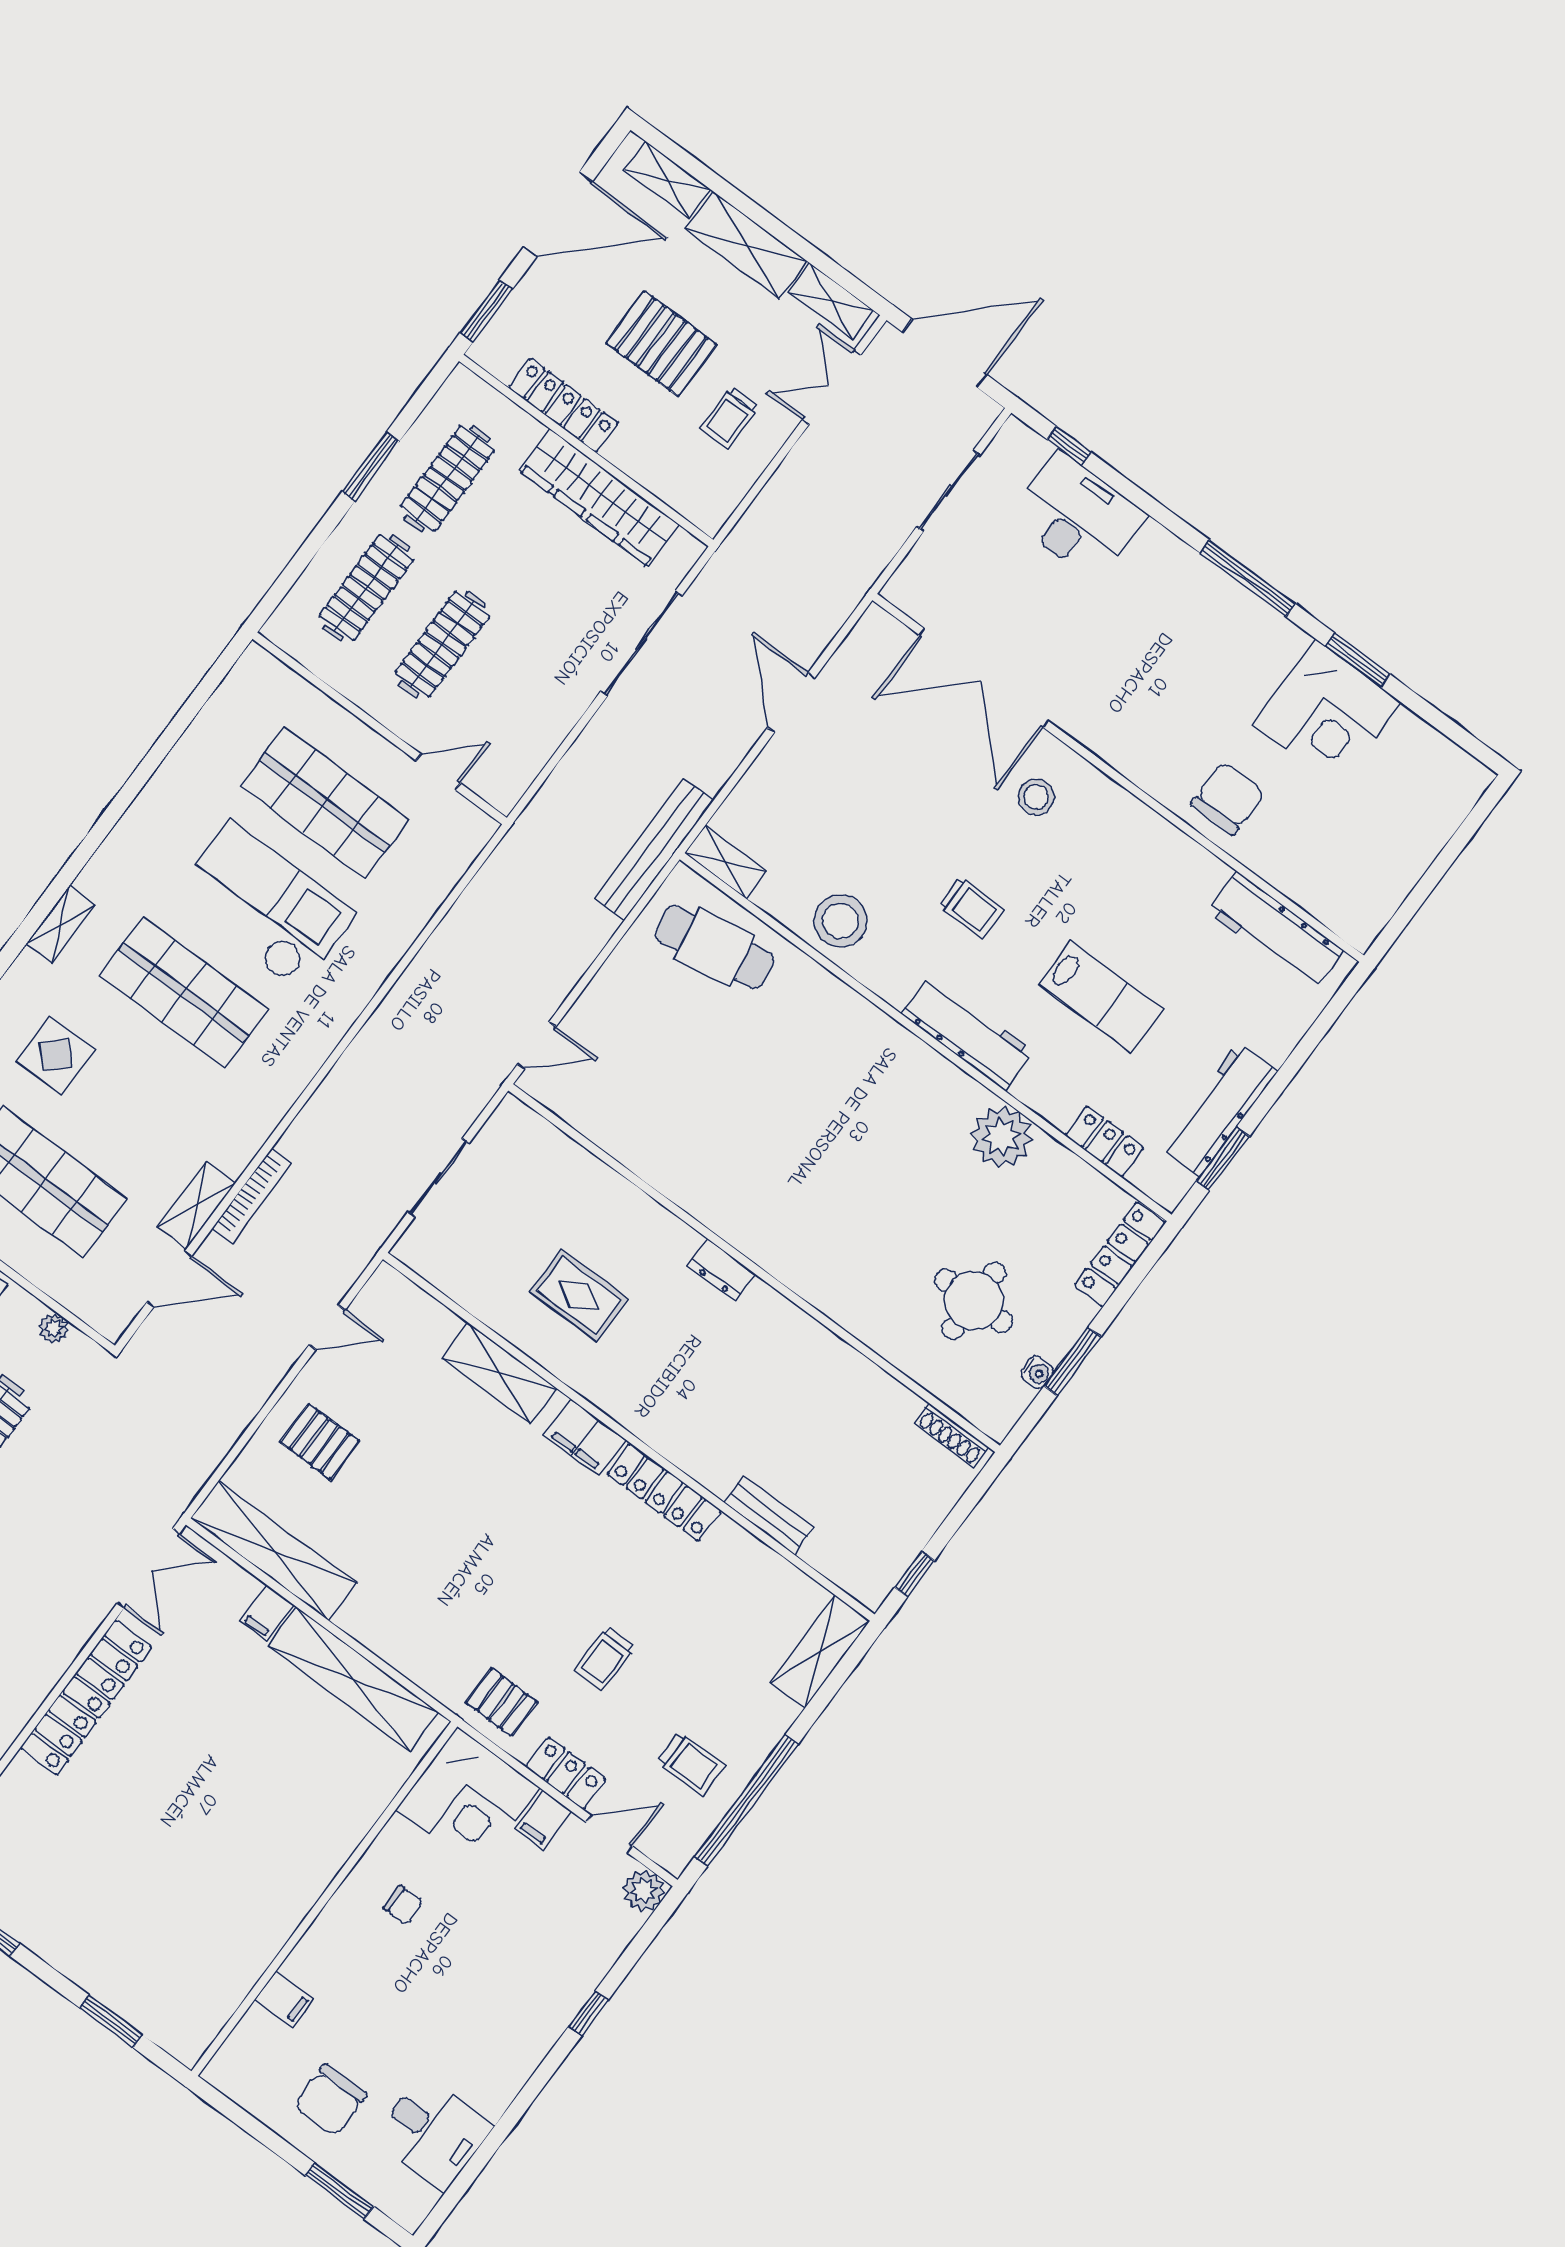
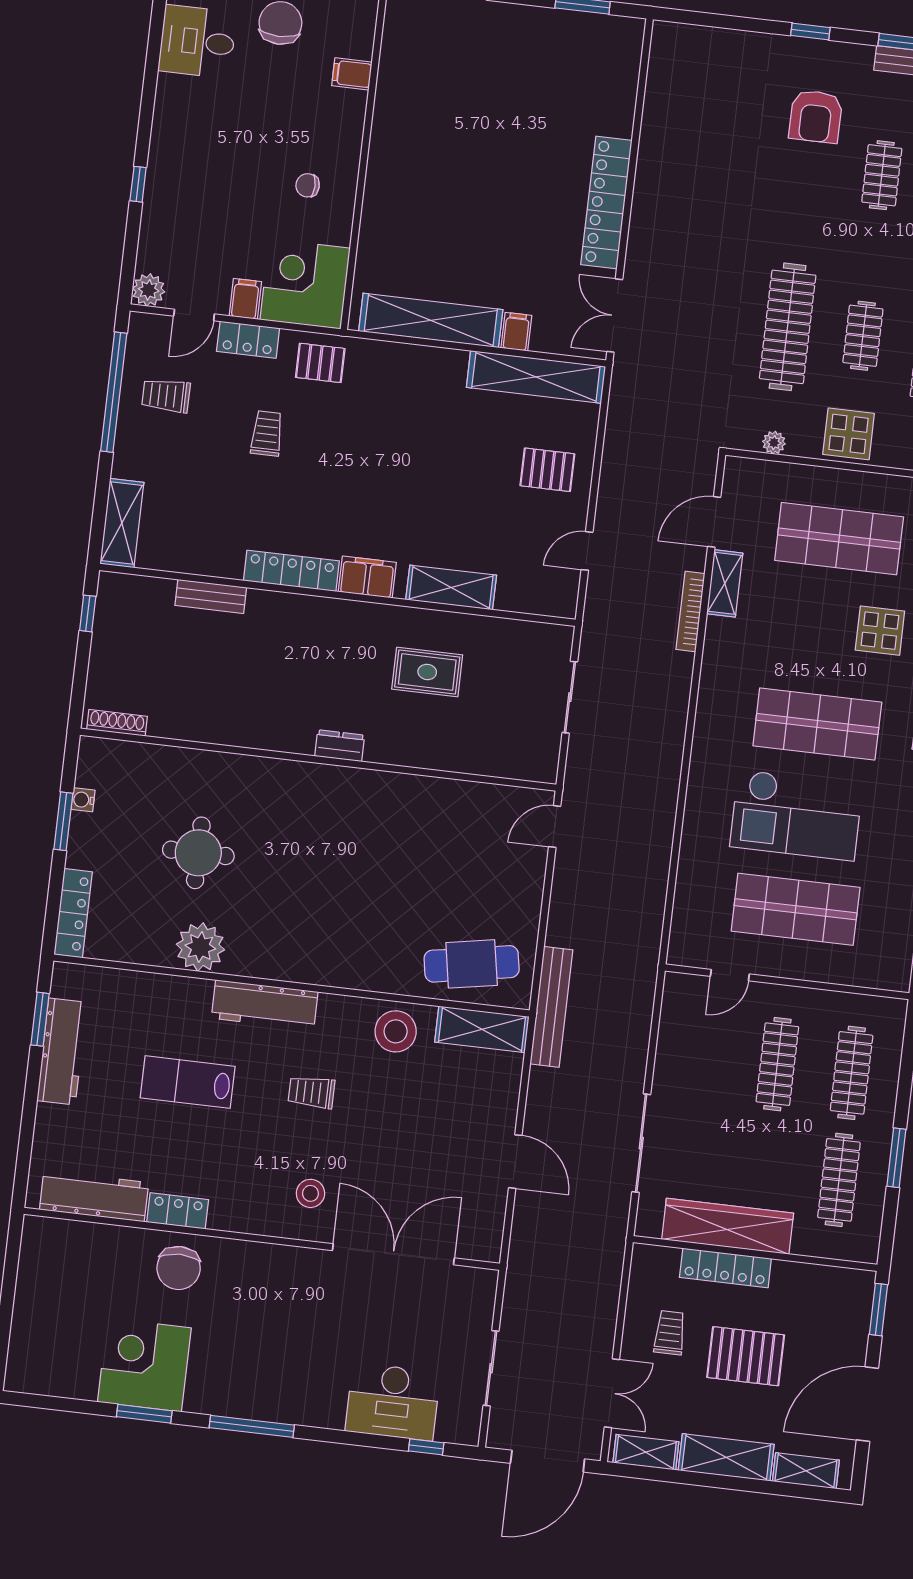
locker: (563, 405) -> (725, 1268), moved
shelving: (726, 862) -> (482, 1029), width x1.50, depth x1.33
locker: (1105, 1142) -> (178, 1211), moved, turned 180
round table: (974, 1301) -> (198, 853), moved

